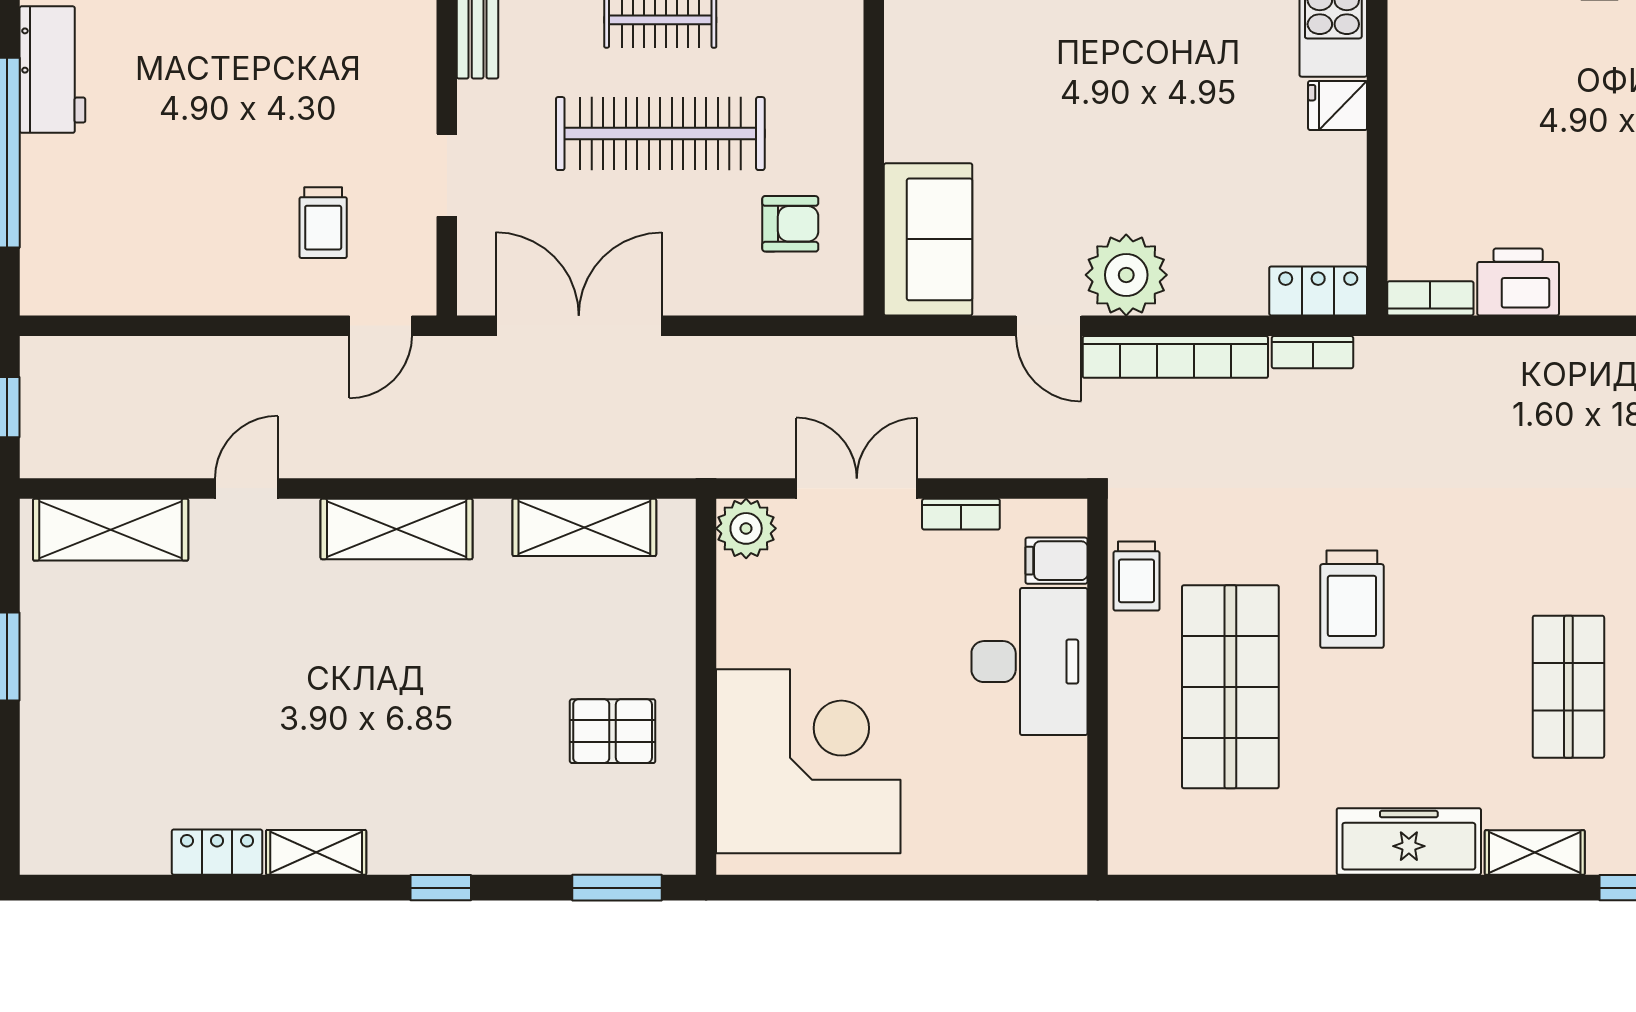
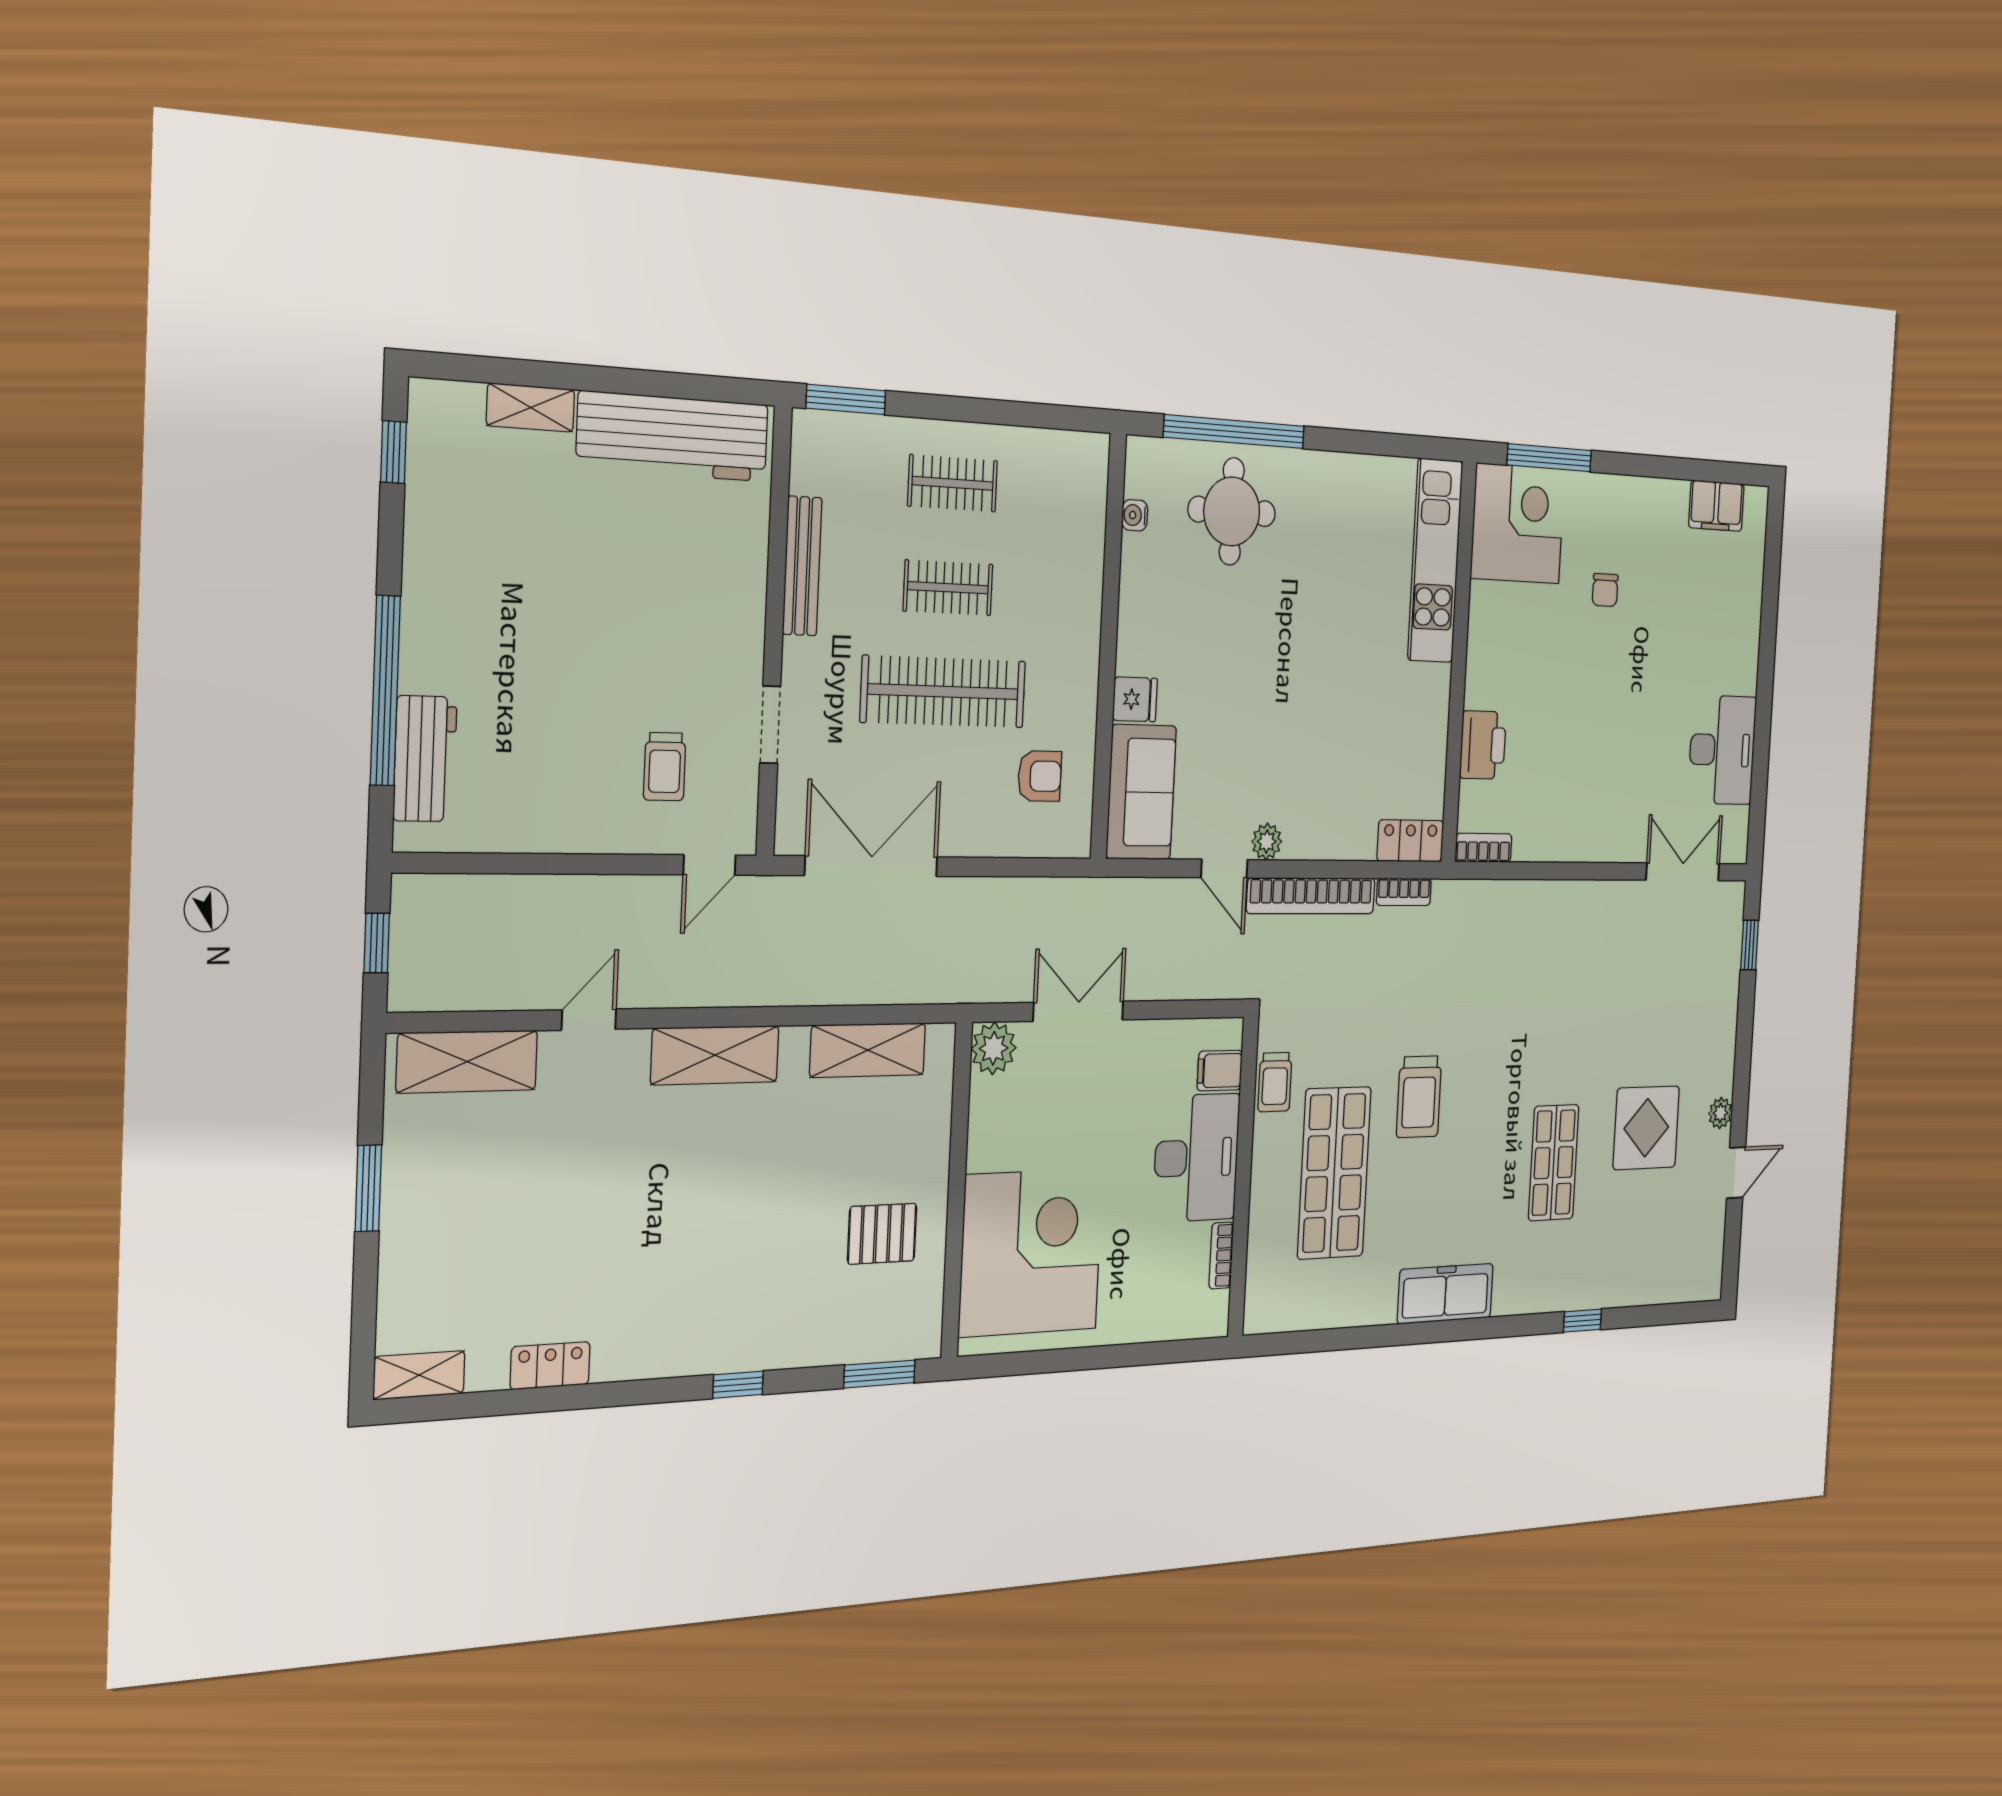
workbench: (52, 70) -> (425, 759), moved
fridge: (1338, 105) -> (1135, 699), moved, turned 180
plant: (1126, 275) -> (1267, 842), width x0.53, depth x0.53
printer: (1518, 282) -> (1483, 745), moved, turned 90
bookcase: (961, 514) -> (1221, 1255), moved, turned 90
shelving: (316, 852) -> (419, 1375), moved
shelving: (1535, 852) -> (1525, 1297), removed

